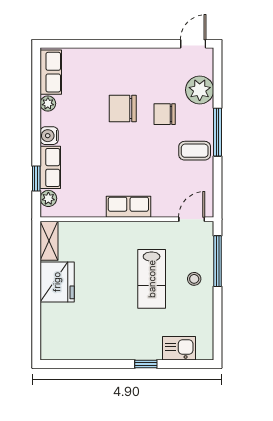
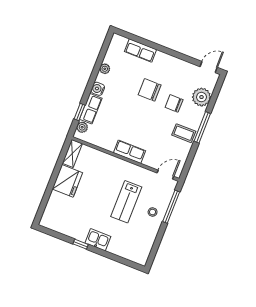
row of seats: (51, 72) -> (140, 51), moved, turned 90
kitchen sink: (179, 348) -> (98, 240), moved
window: (146, 364) -> (81, 244), moved

